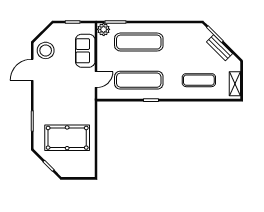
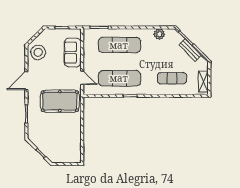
plant: (104, 29) -> (159, 34), moved
door: (32, 70) -> (26, 81), moved
door: (96, 80) -> (82, 78), hinge flipped
pool table: (67, 138) -> (60, 101), moved

